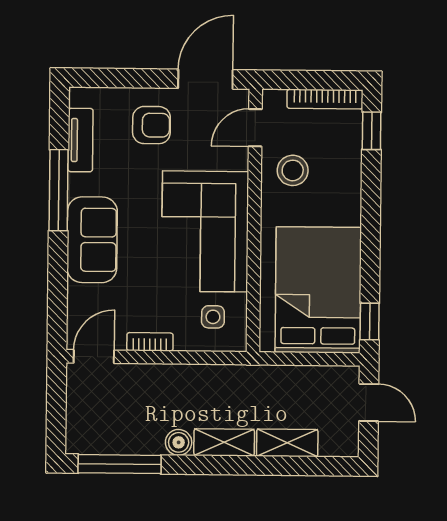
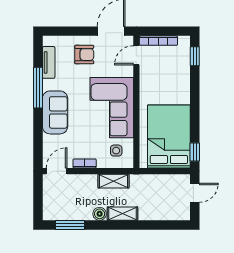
bookcase: (325, 99) -> (158, 41), moved
stool: (293, 170) -> (155, 77), removed
door: (369, 402) -> (195, 193), hinge flipped
shelving: (287, 443) -> (114, 181), moved
window: (120, 464) -> (70, 225), width x0.69

